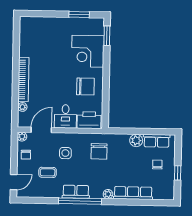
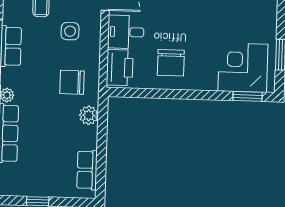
corner desk: (88, 51) -> (243, 68), moved
plant: (136, 140) -> (89, 115), moved
chair: (157, 164) -> (51, 171), removed

